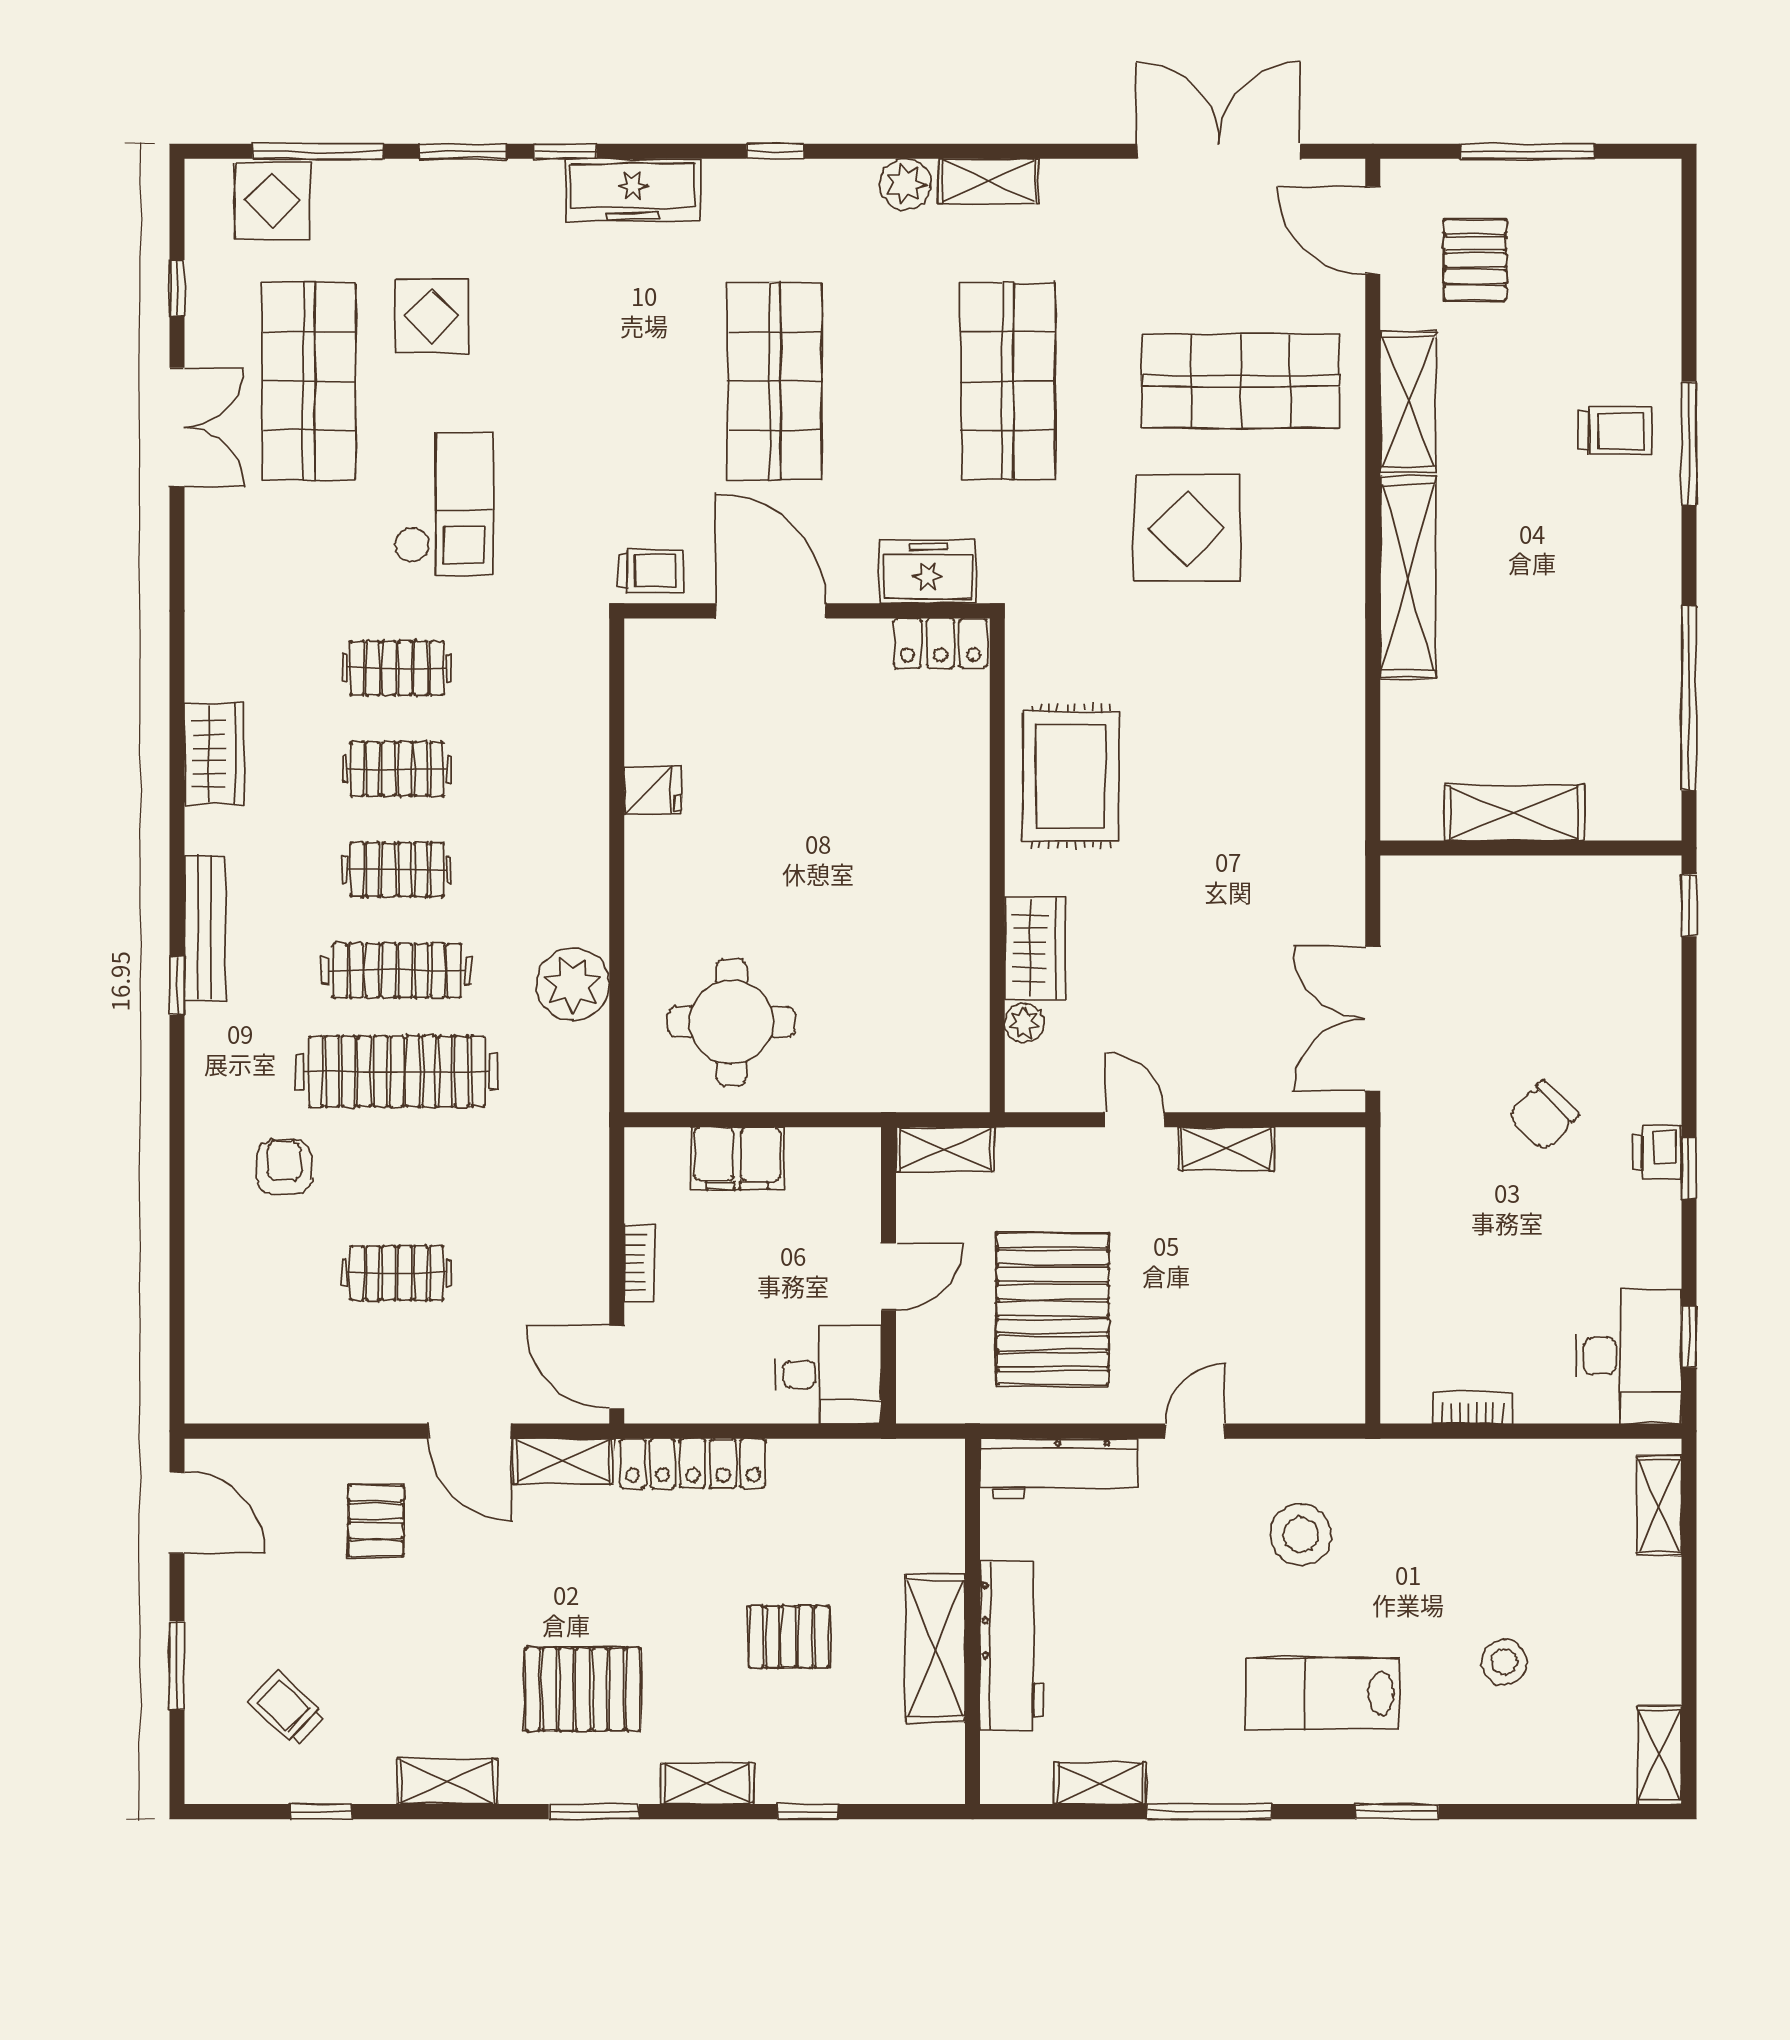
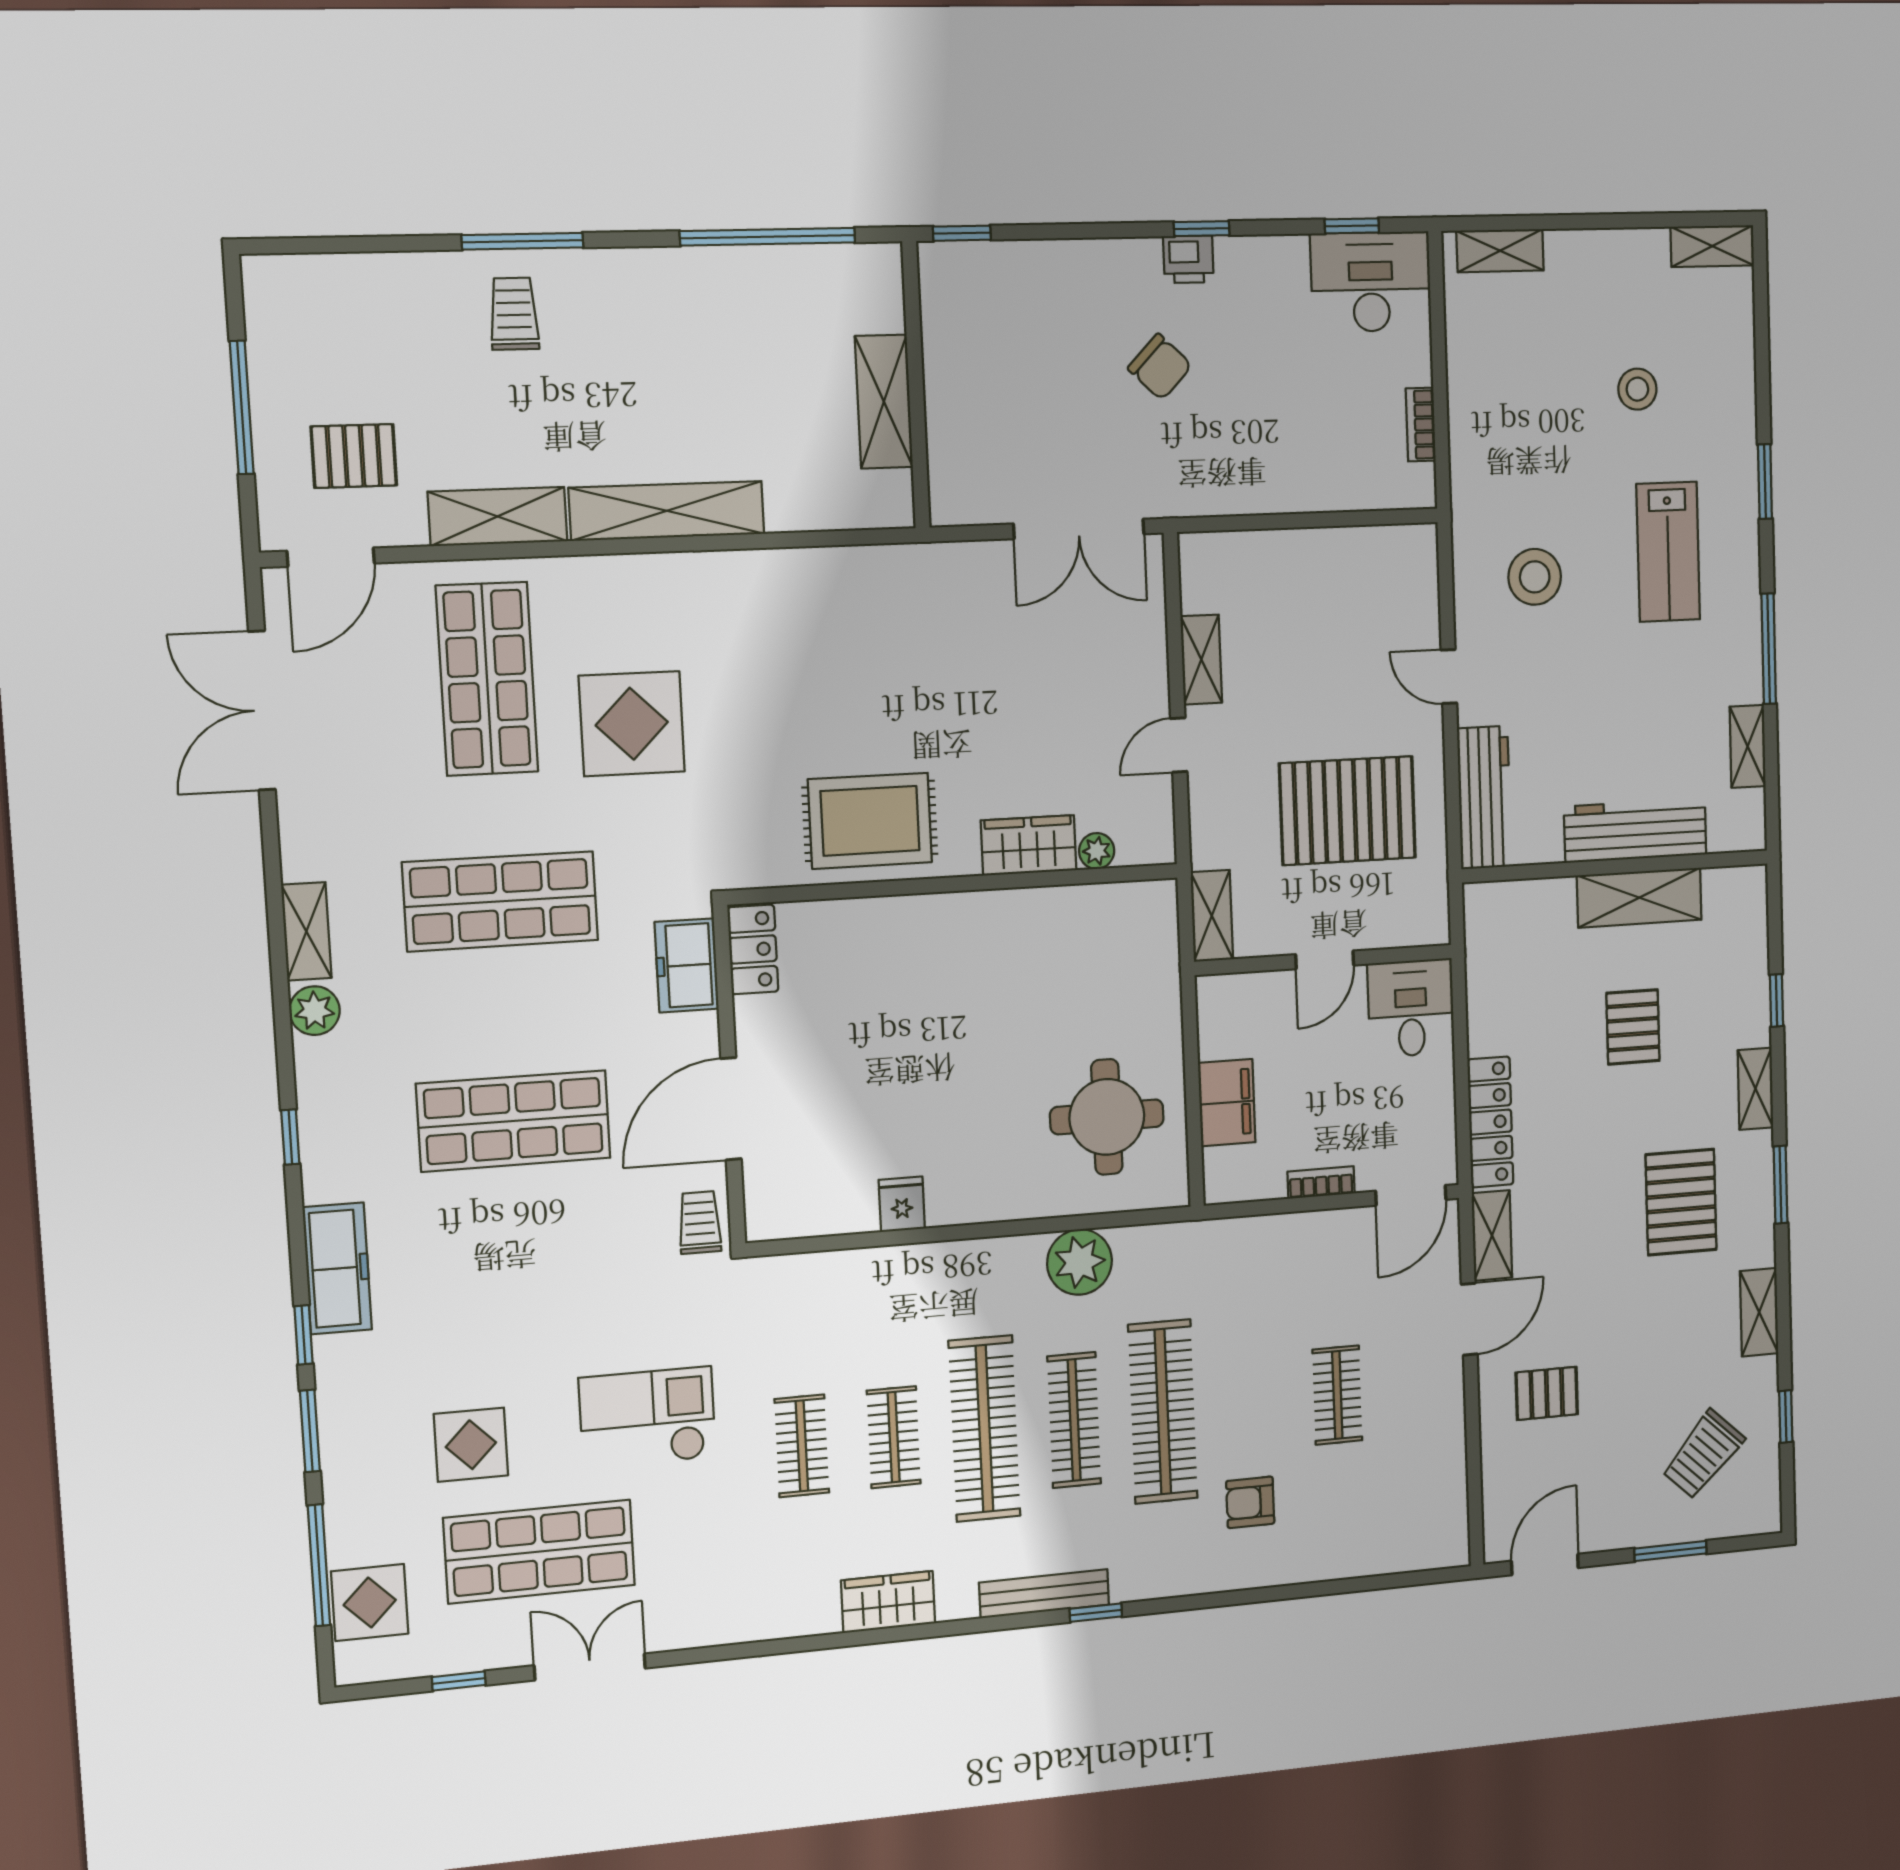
clothes rail: (397, 870) -> (984, 1429), width x1.86, depth x1.31
door: (889, 1277) -> (1325, 960), swing flipped
trolley: (287, 1709) -> (1703, 1454), width x1.36, depth x1.39

